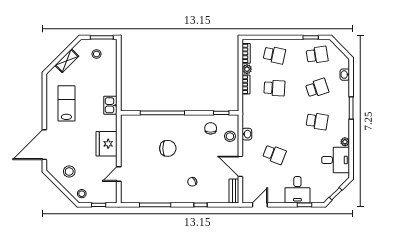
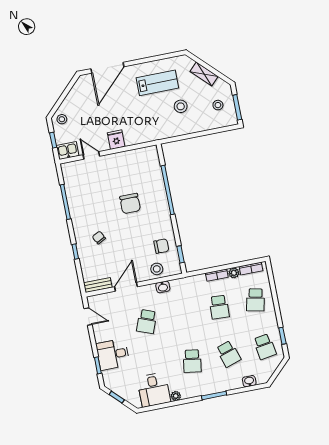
kitchen sink: (110, 105) -> (68, 151), moved
fridge: (107, 144) -> (116, 140), width x0.53, depth x0.75
door: (44, 145) -> (107, 68), swing flipped
stool: (69, 171) -> (181, 106), moved

